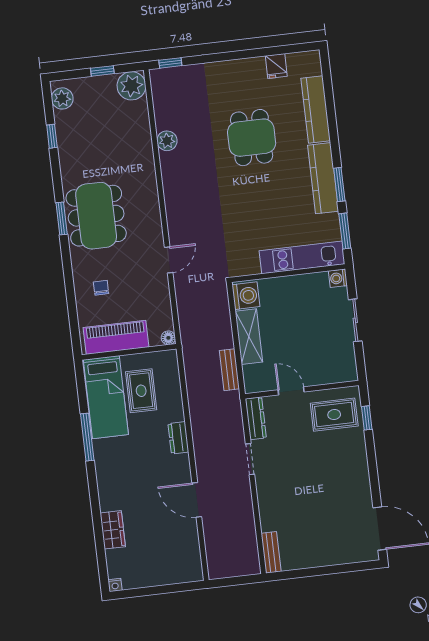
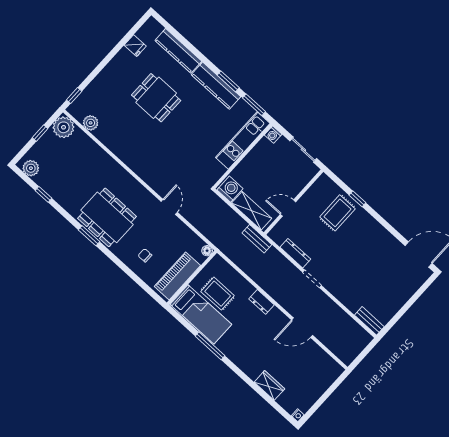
plant: (167, 141) -> (91, 123), moved
wall: (302, 390) -> (293, 202), moved
door: (291, 391) -> (288, 208), moved

